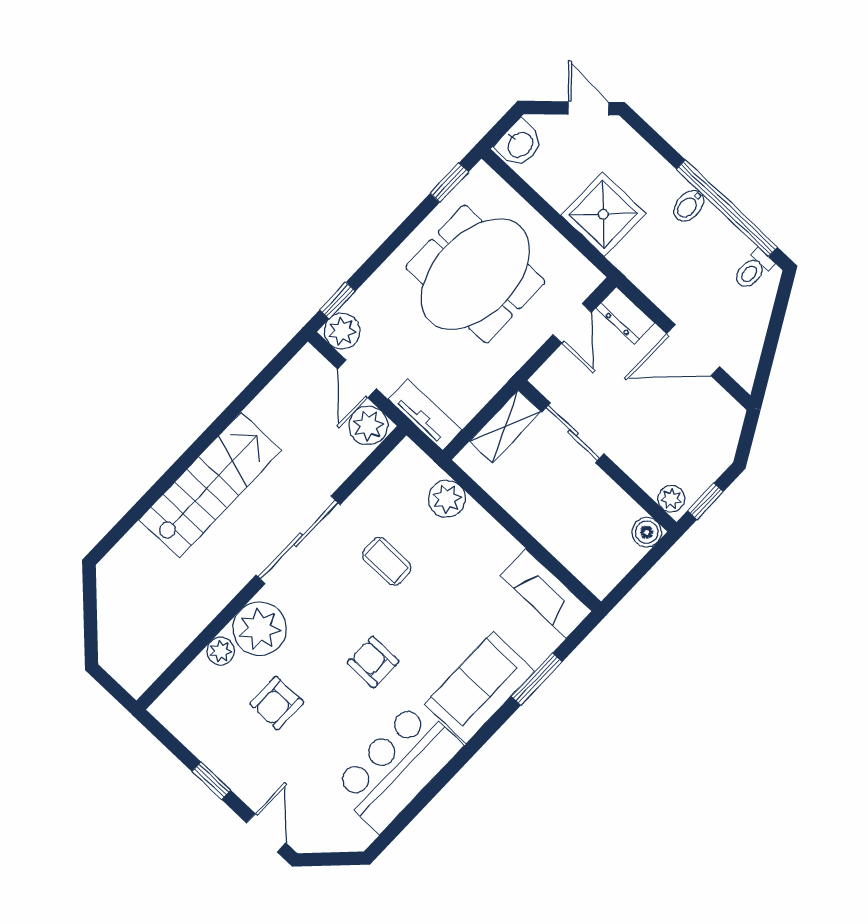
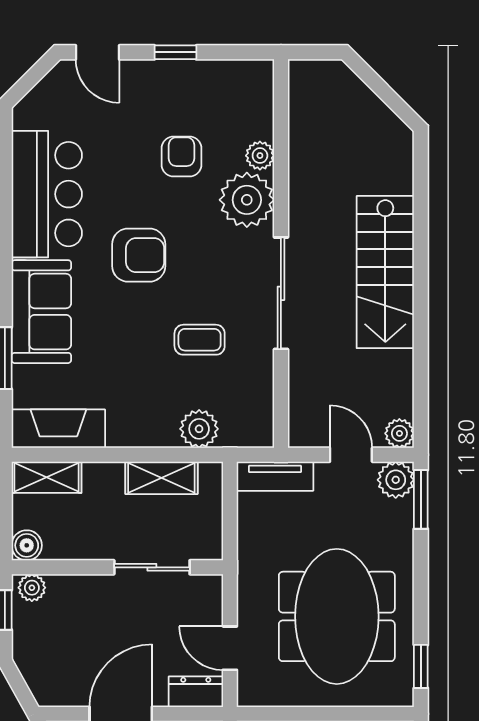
window: (337, 301) -> (421, 499), width x1.50
plant: (368, 426) -> (399, 433), moved, width x0.73, depth x0.73
shelving: (505, 426) -> (161, 478), moved, turned 90
shelving: (587, 567) -> (46, 477), added
armchair: (373, 662) -> (139, 255), width x1.38, depth x1.38

